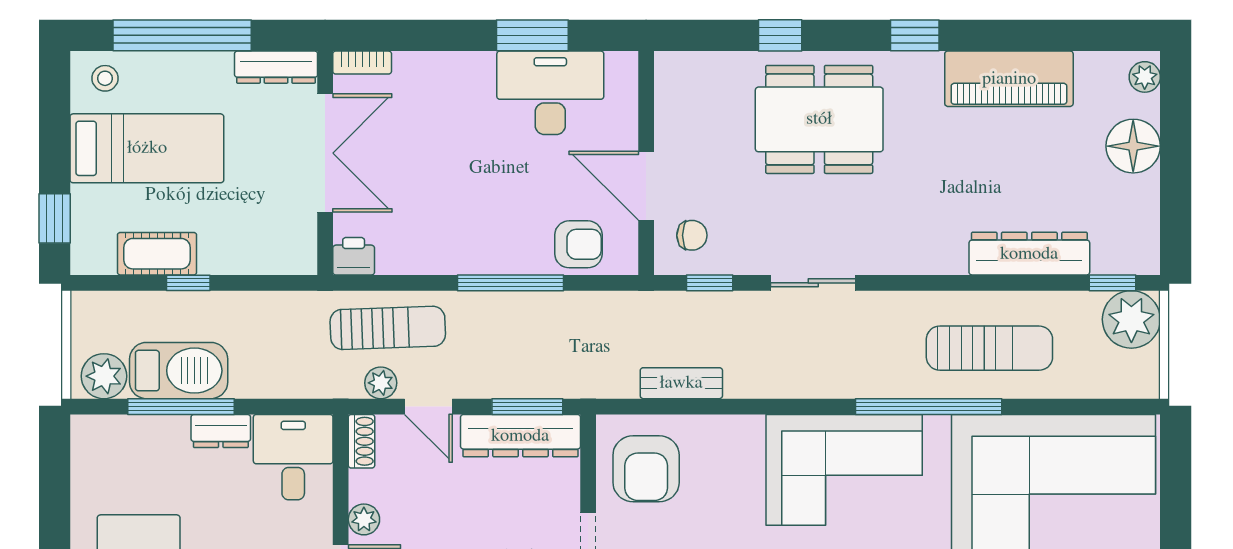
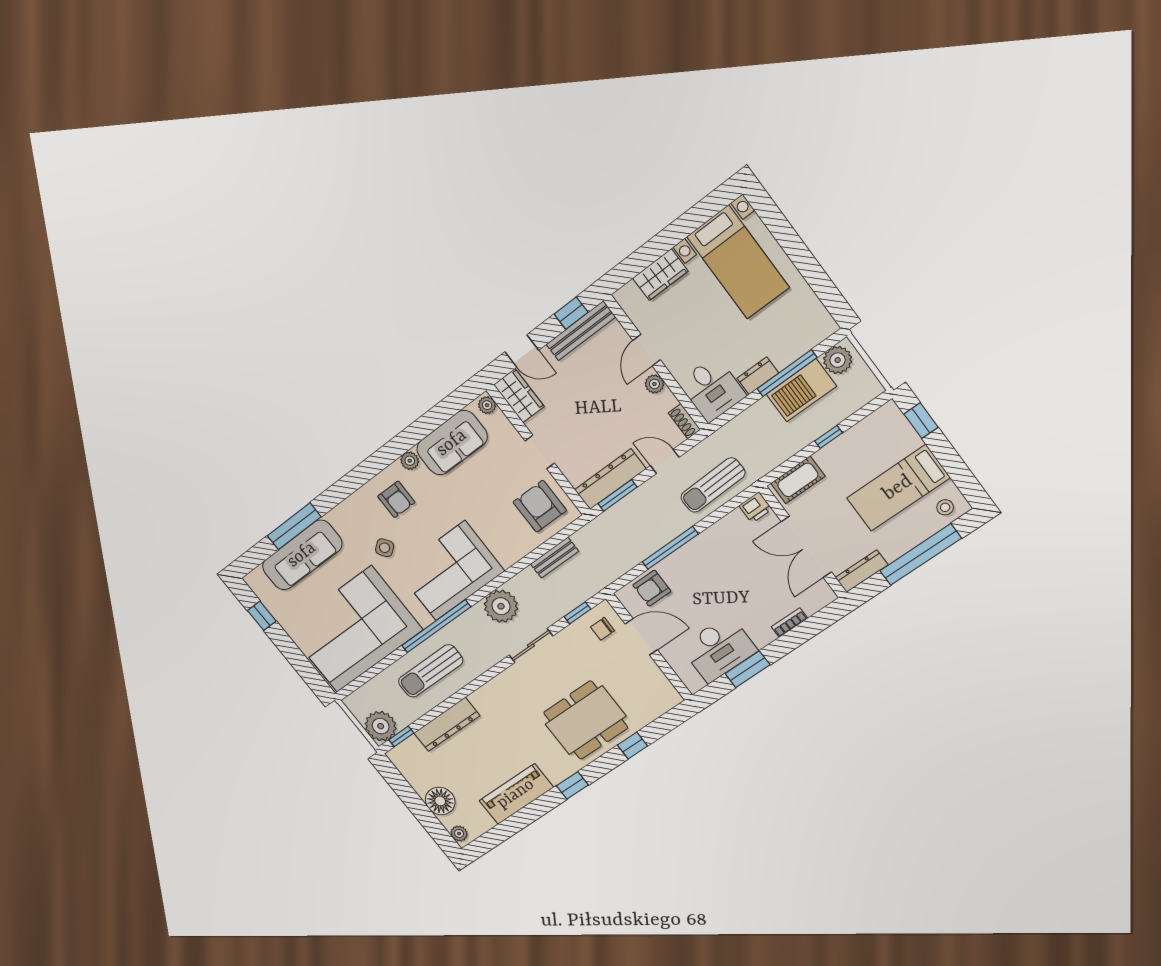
bookcase: (362, 63) -> (789, 623), moved
cot: (157, 254) -> (798, 480), moved
plant: (381, 383) -> (501, 606), moved, width x1.88, depth x1.88

